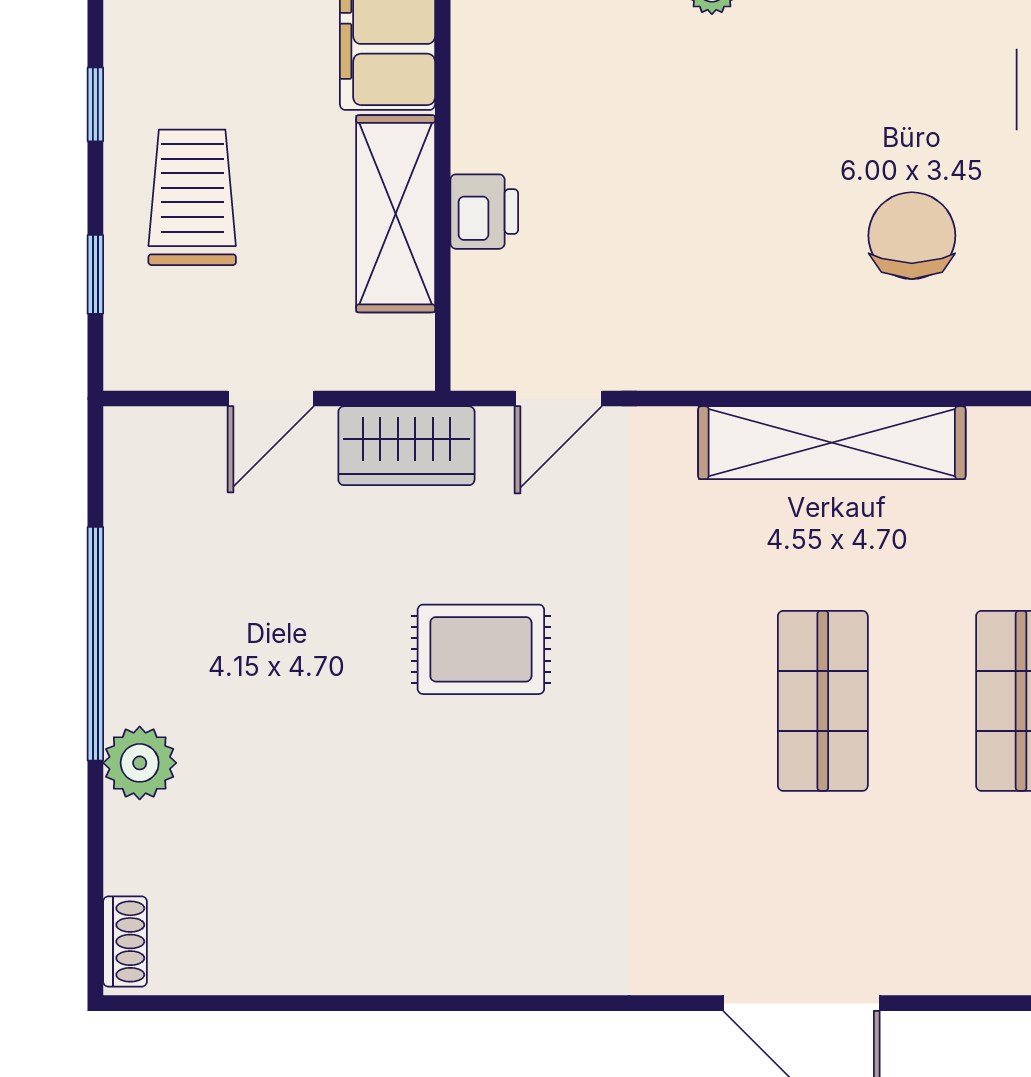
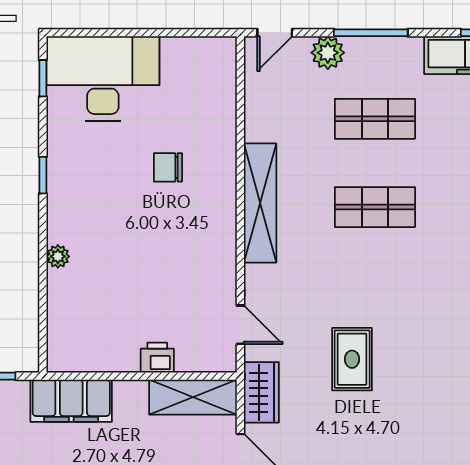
shelving: (396, 214) -> (193, 397), moved
chair: (912, 236) -> (168, 167), width x0.73, depth x0.73

